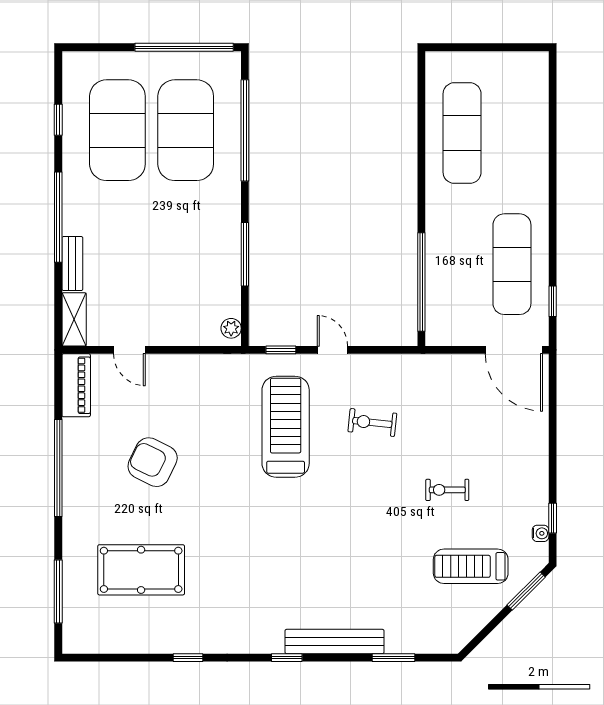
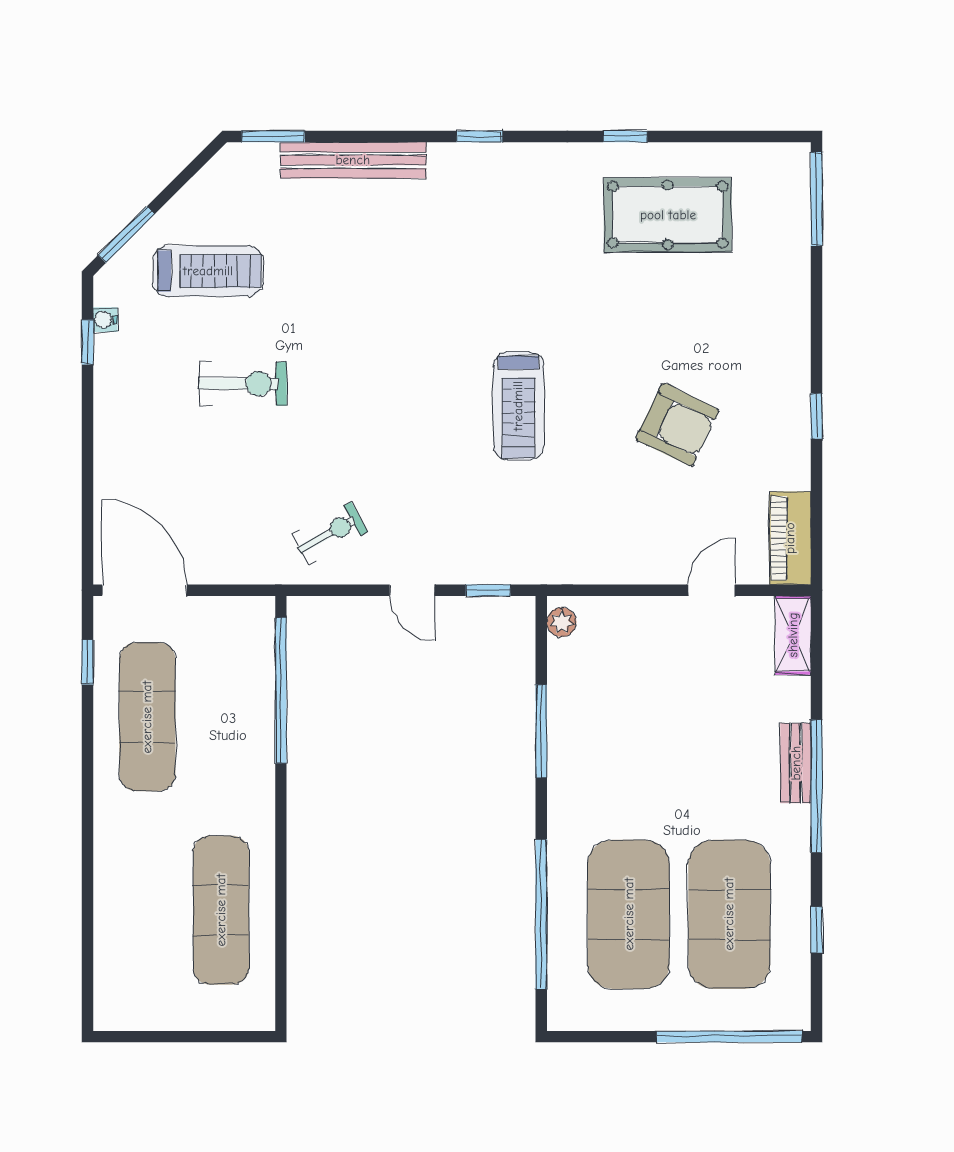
window: (184, 47) -> (729, 1037), moved
bench: (72, 264) -> (796, 763), moved
door: (129, 350) -> (712, 590), hinge flipped
exercise bike: (372, 422) -> (329, 533), moved, turned -35
treadmill: (286, 427) -> (518, 406), moved, width x0.73, depth x0.73
window: (58, 468) -> (817, 416), width x0.32
exercise bike: (447, 490) -> (243, 384), width x1.38, depth x1.39
pool table: (141, 570) -> (668, 215), moved
window: (58, 592) -> (817, 199), moved
bench: (334, 642) -> (353, 160), moved
window: (393, 658) -> (273, 136), moved

